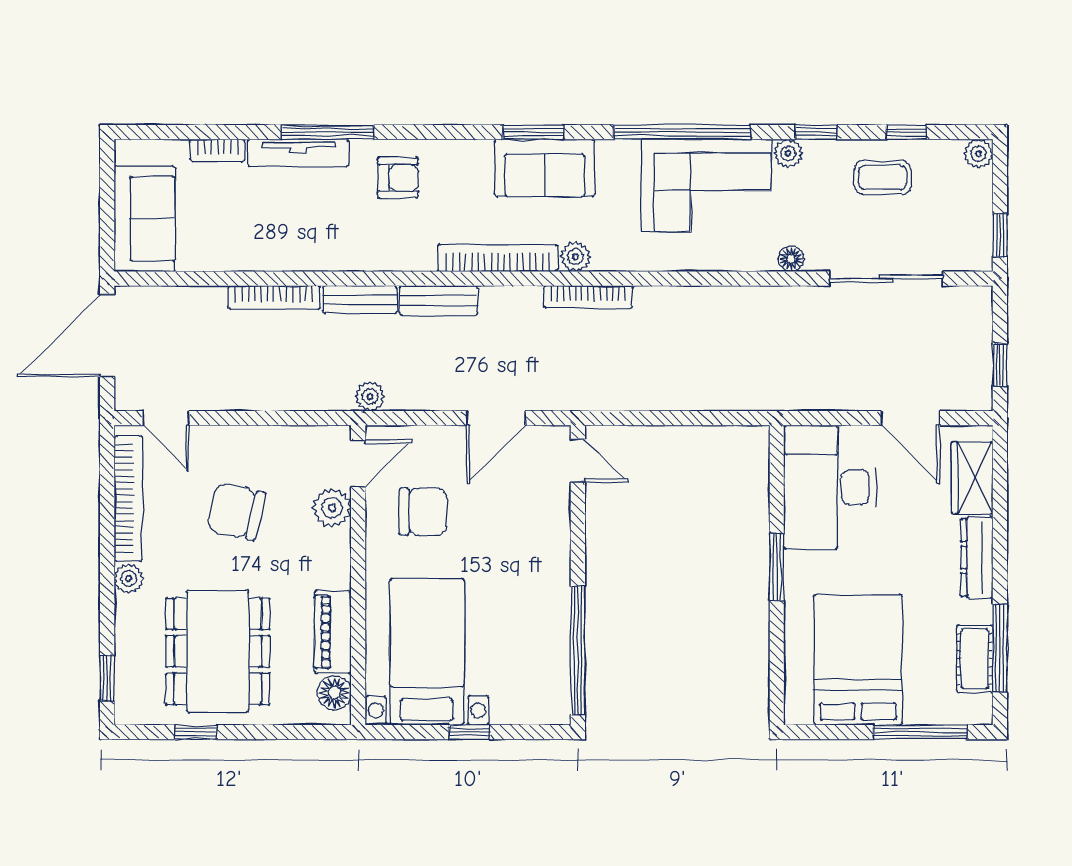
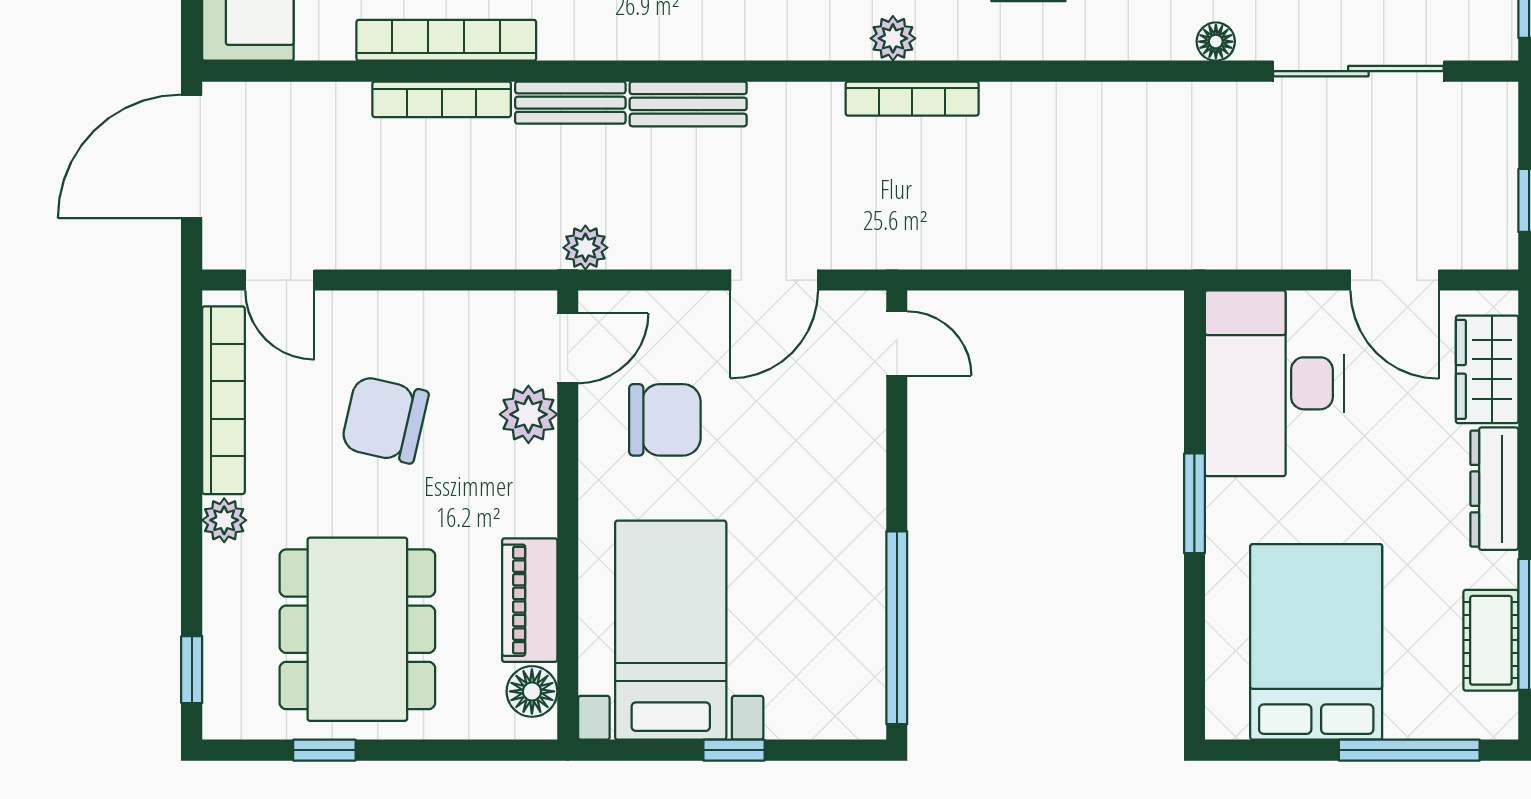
bookcase: (498, 258) -> (446, 40), moved

